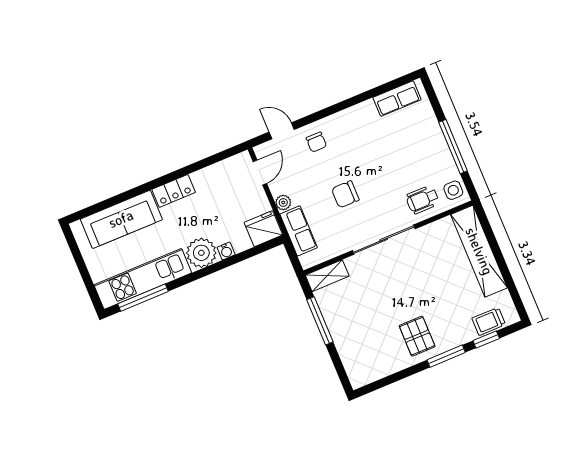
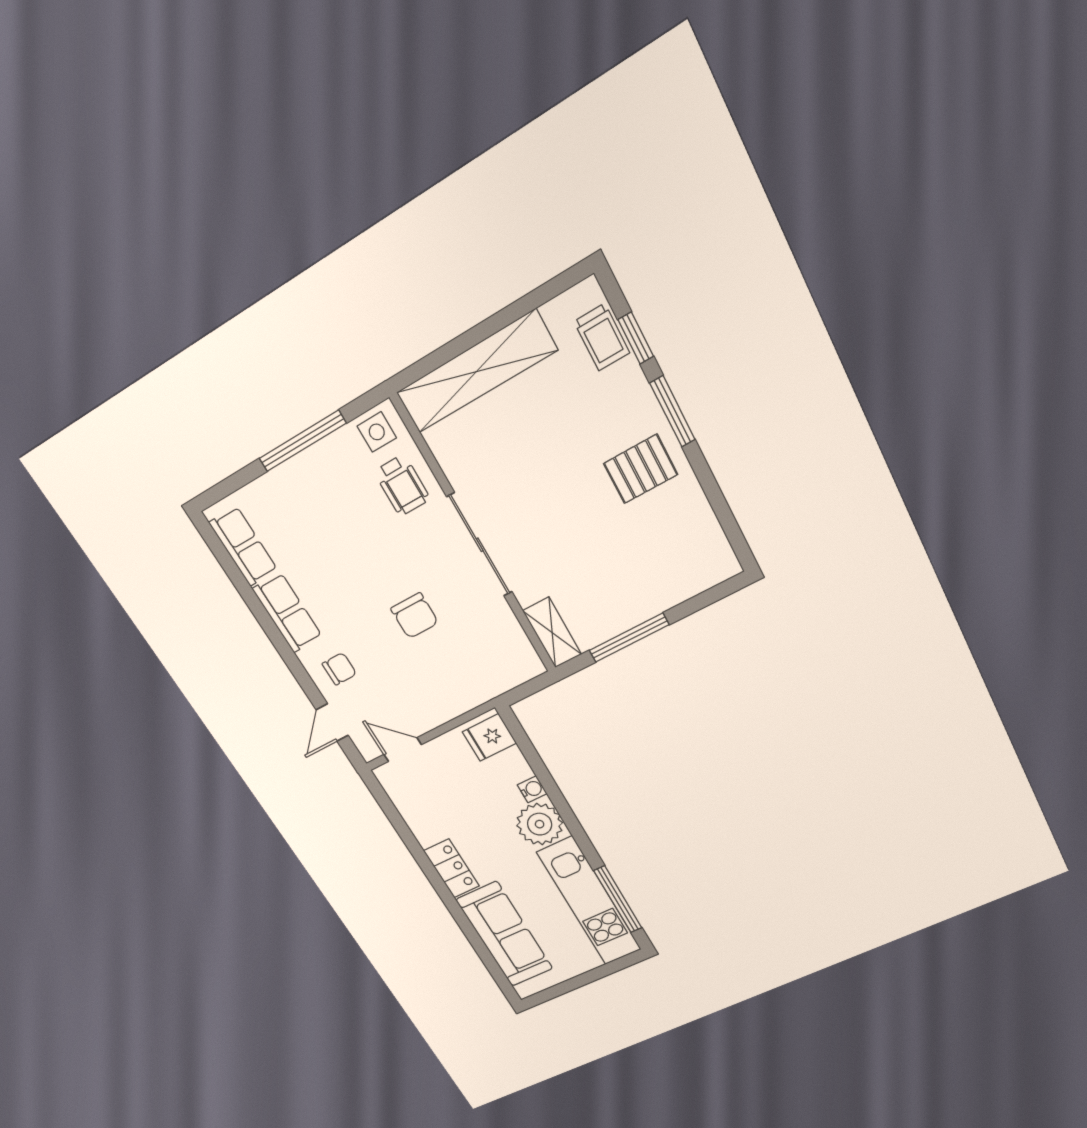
plant: (283, 202) -> (443, 711), removed
fridge: (263, 229) -> (489, 737), width x0.72
row of seats: (299, 231) -> (287, 613), moved, turned 90

